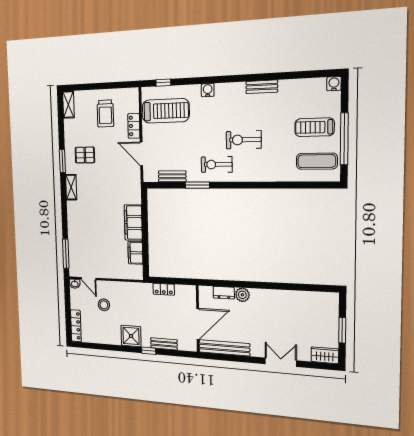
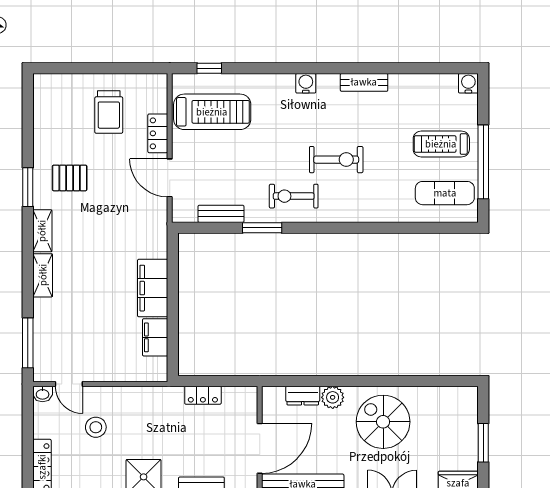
water cooler: (208, 90) -> (306, 83), moved
shelving: (68, 105) -> (43, 275), moved
exercise bike: (244, 140) -> (336, 160), turned 180
spiral stairs: (275, 312) -> (383, 422), added

